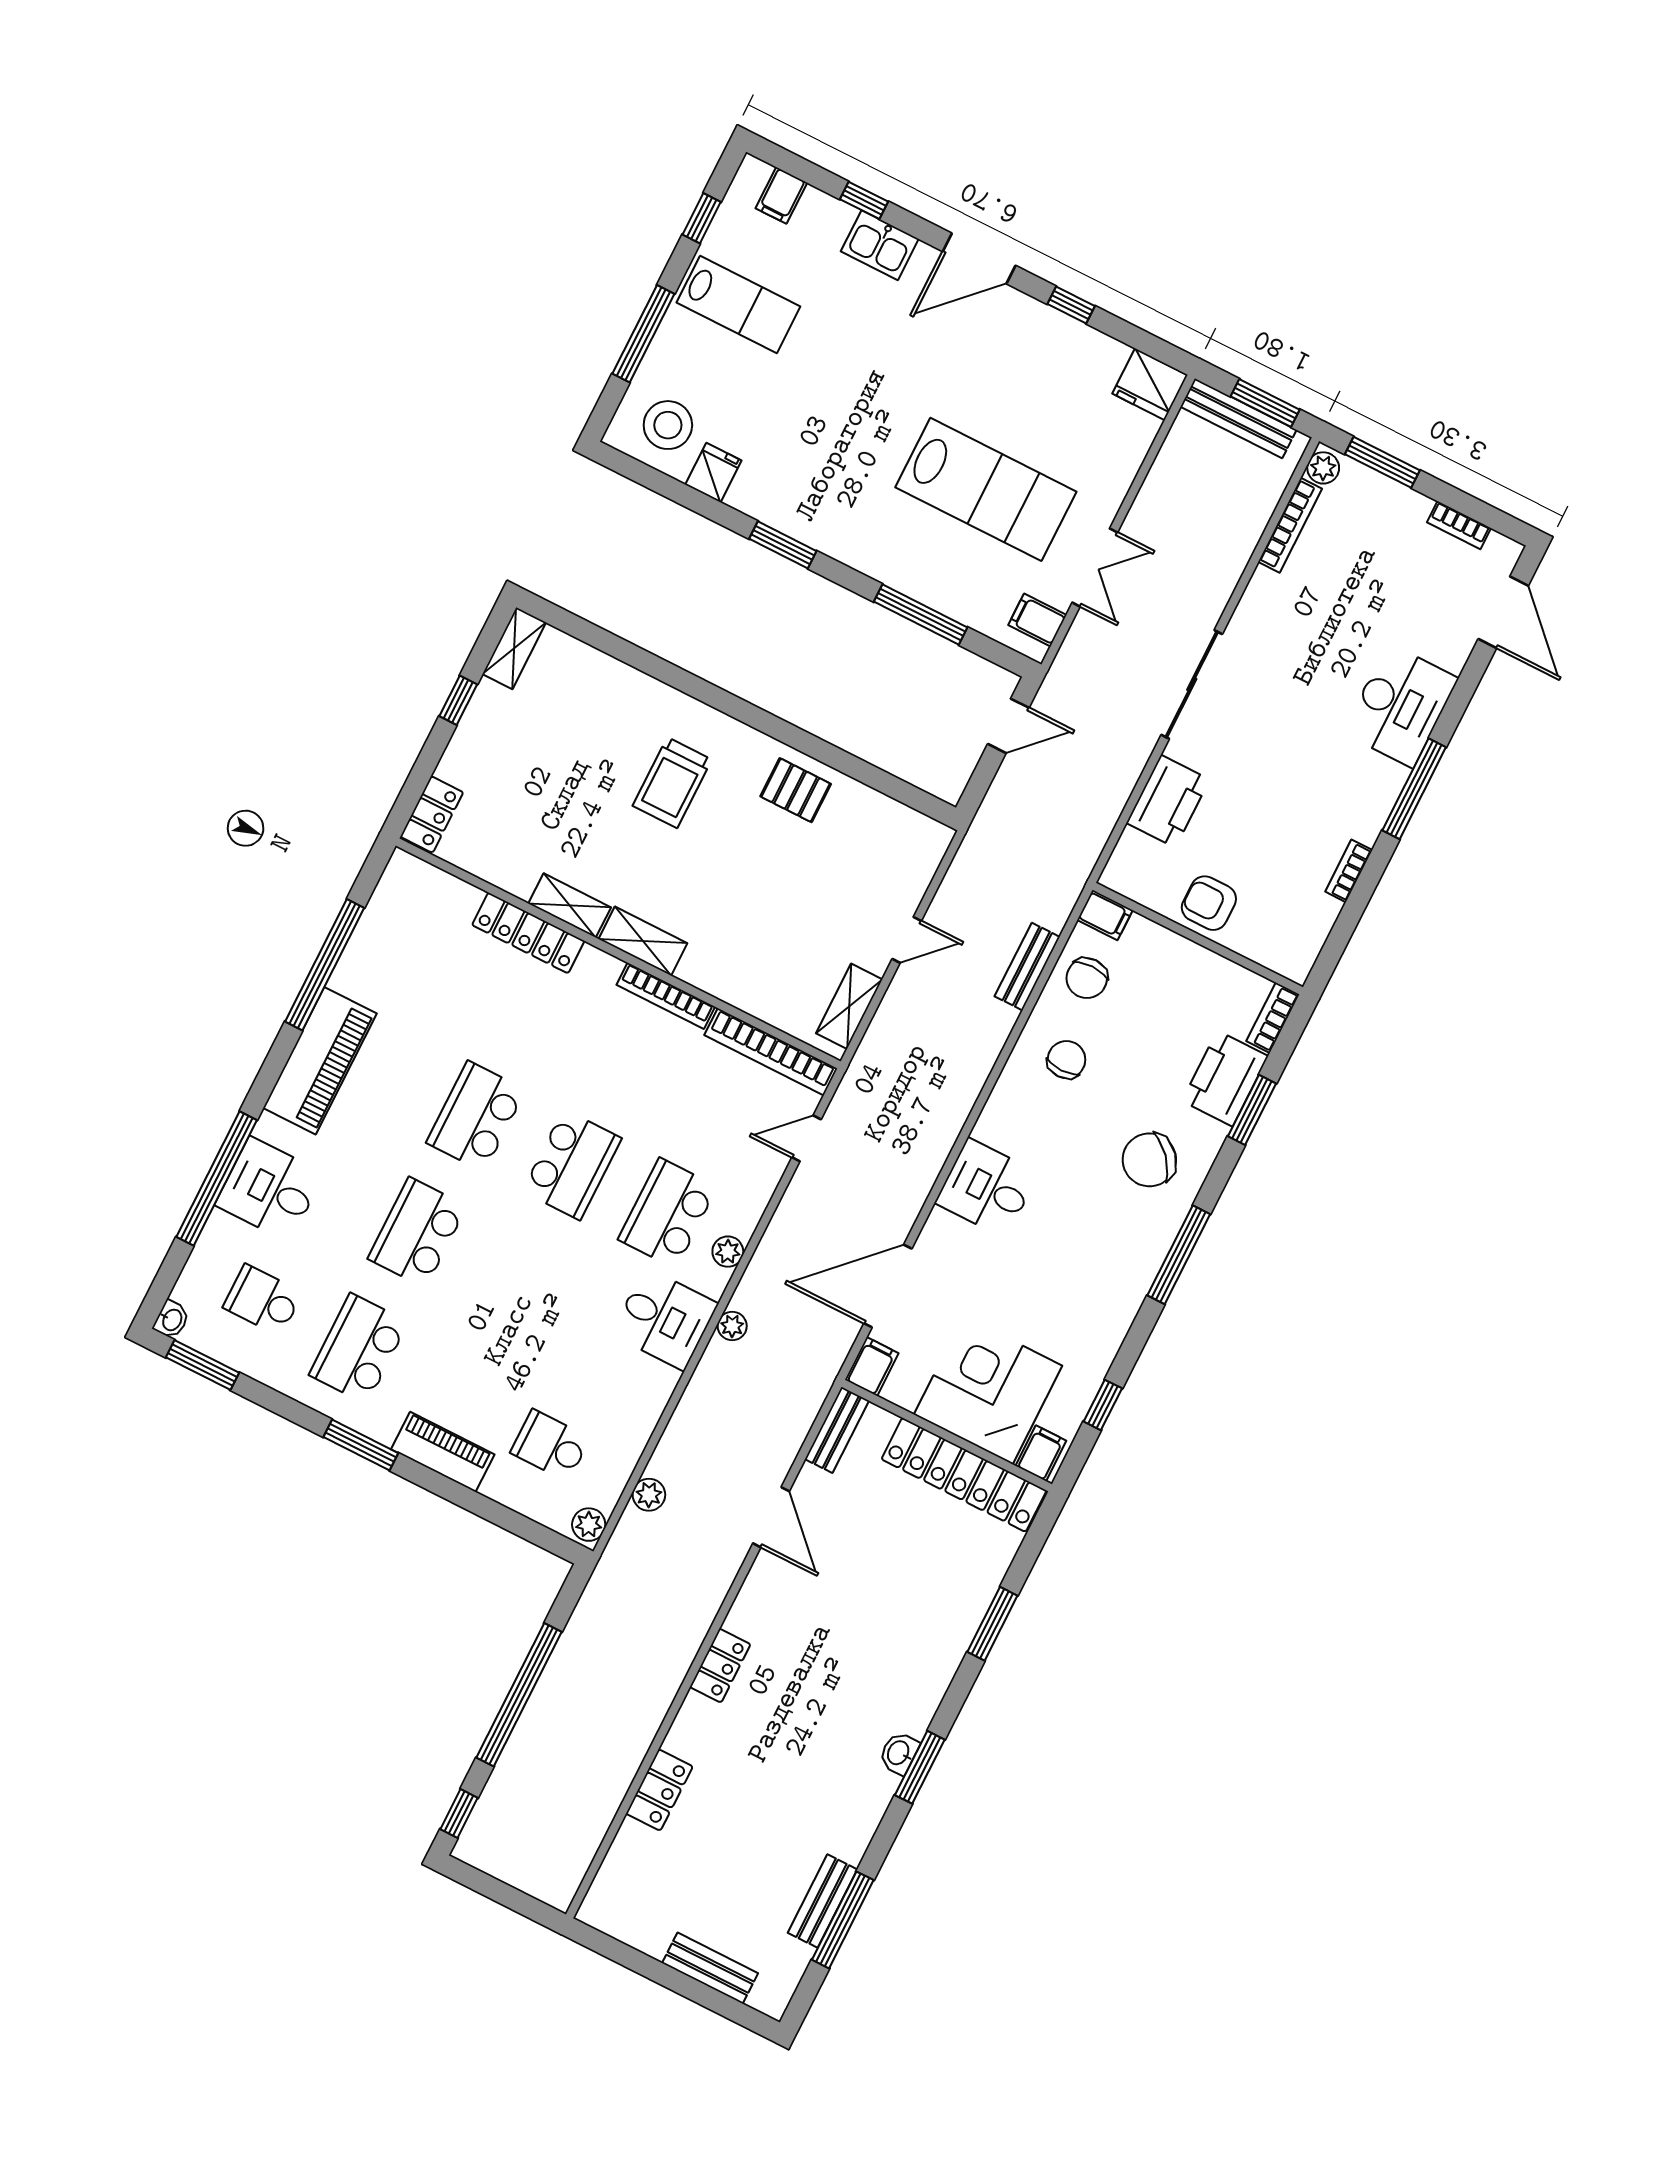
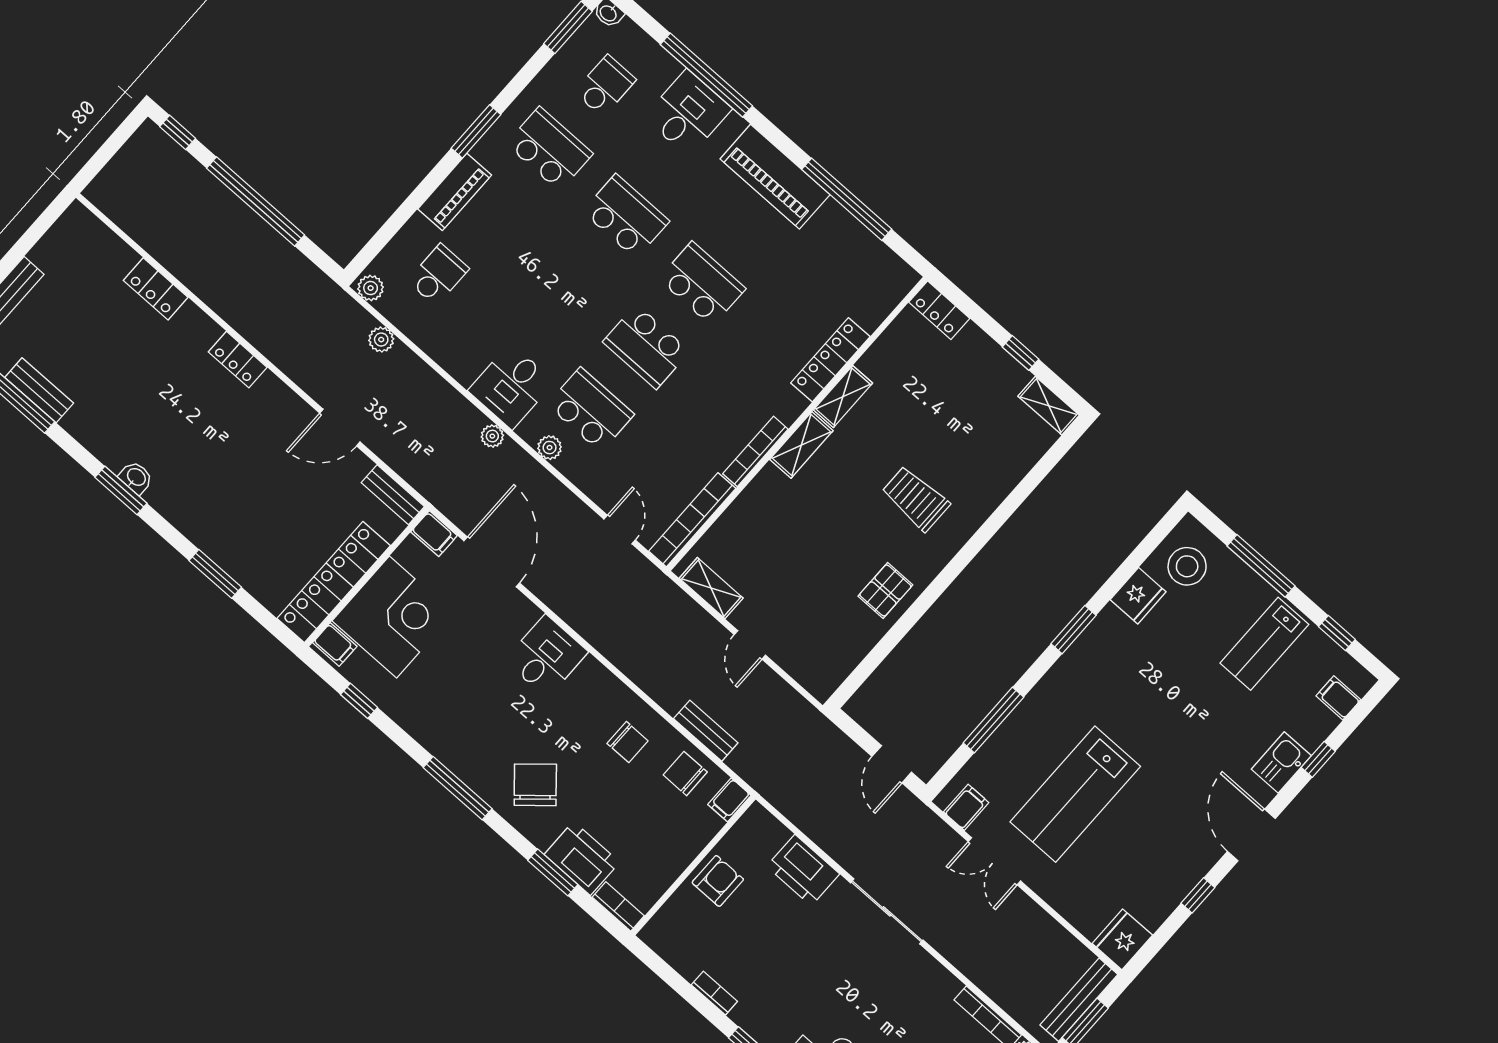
fridge: (713, 473) -> (1138, 596), width x1.38

